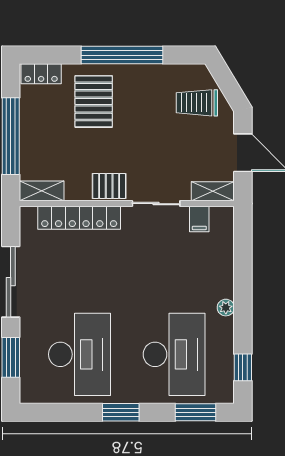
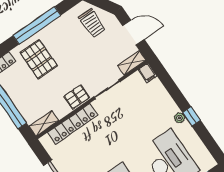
trolley: (197, 103) -> (92, 23), turned -90
filing cabinet: (199, 219) -> (148, 73), moved
window: (243, 367) -> (191, 116), moved

